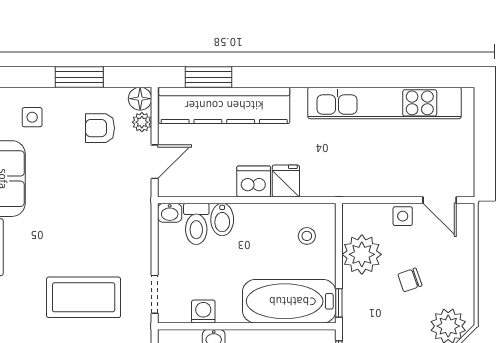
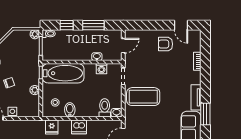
fridge: (286, 181) -> (52, 127), moved
bidet: (222, 219) -> (70, 110), moved
plant: (362, 254) -> (35, 90), width x0.53, depth x0.53
coffee table: (84, 297) -> (143, 97), moved

